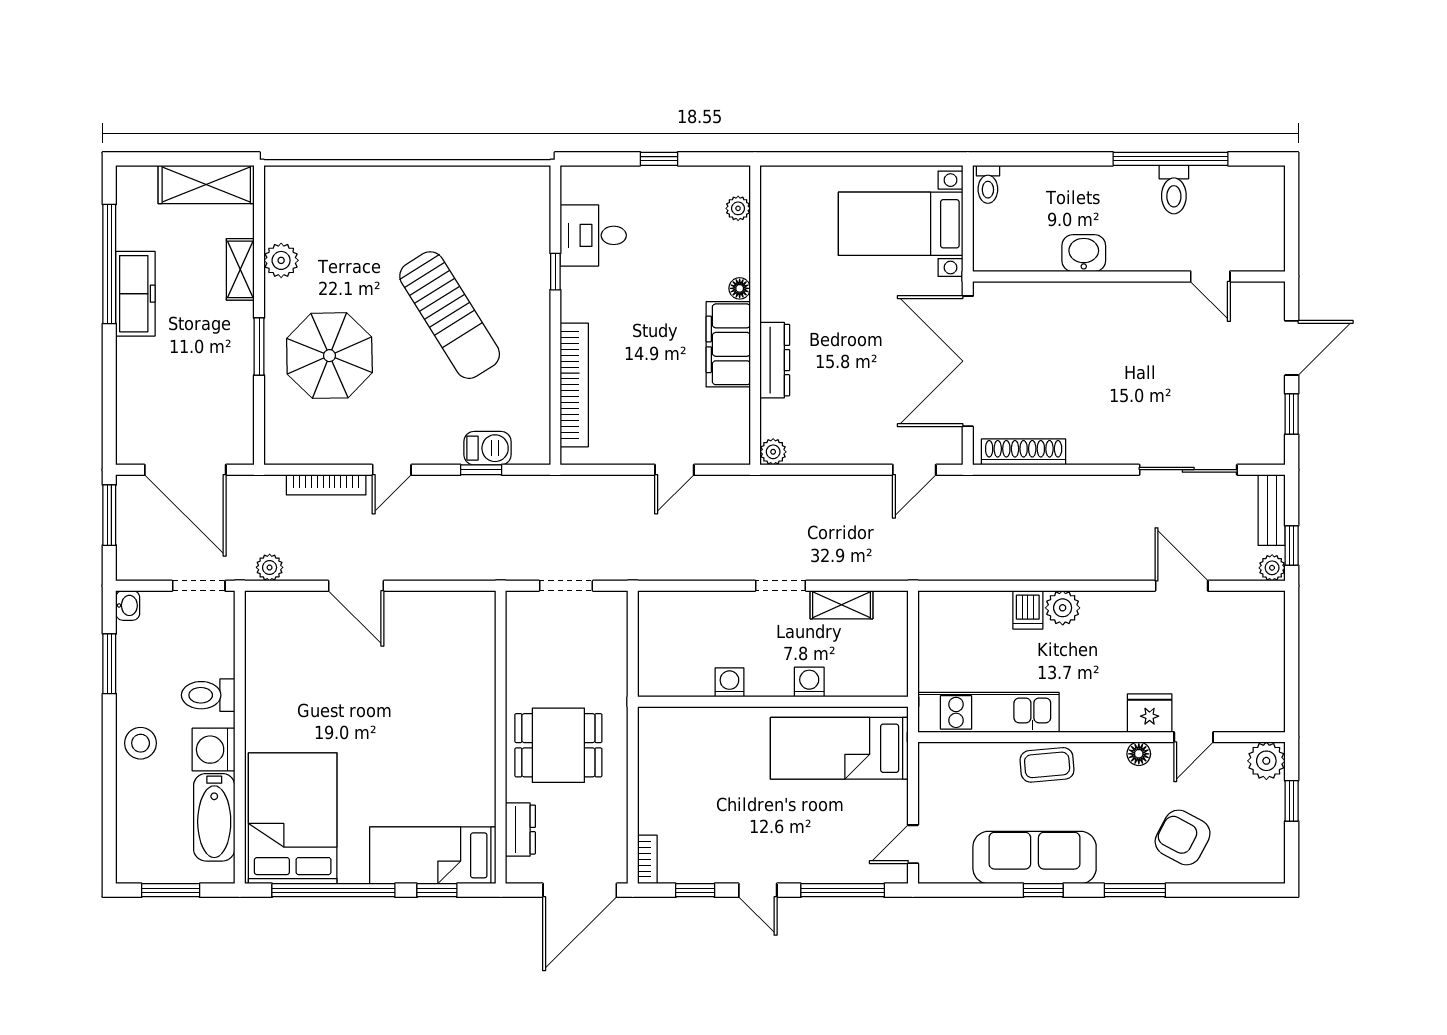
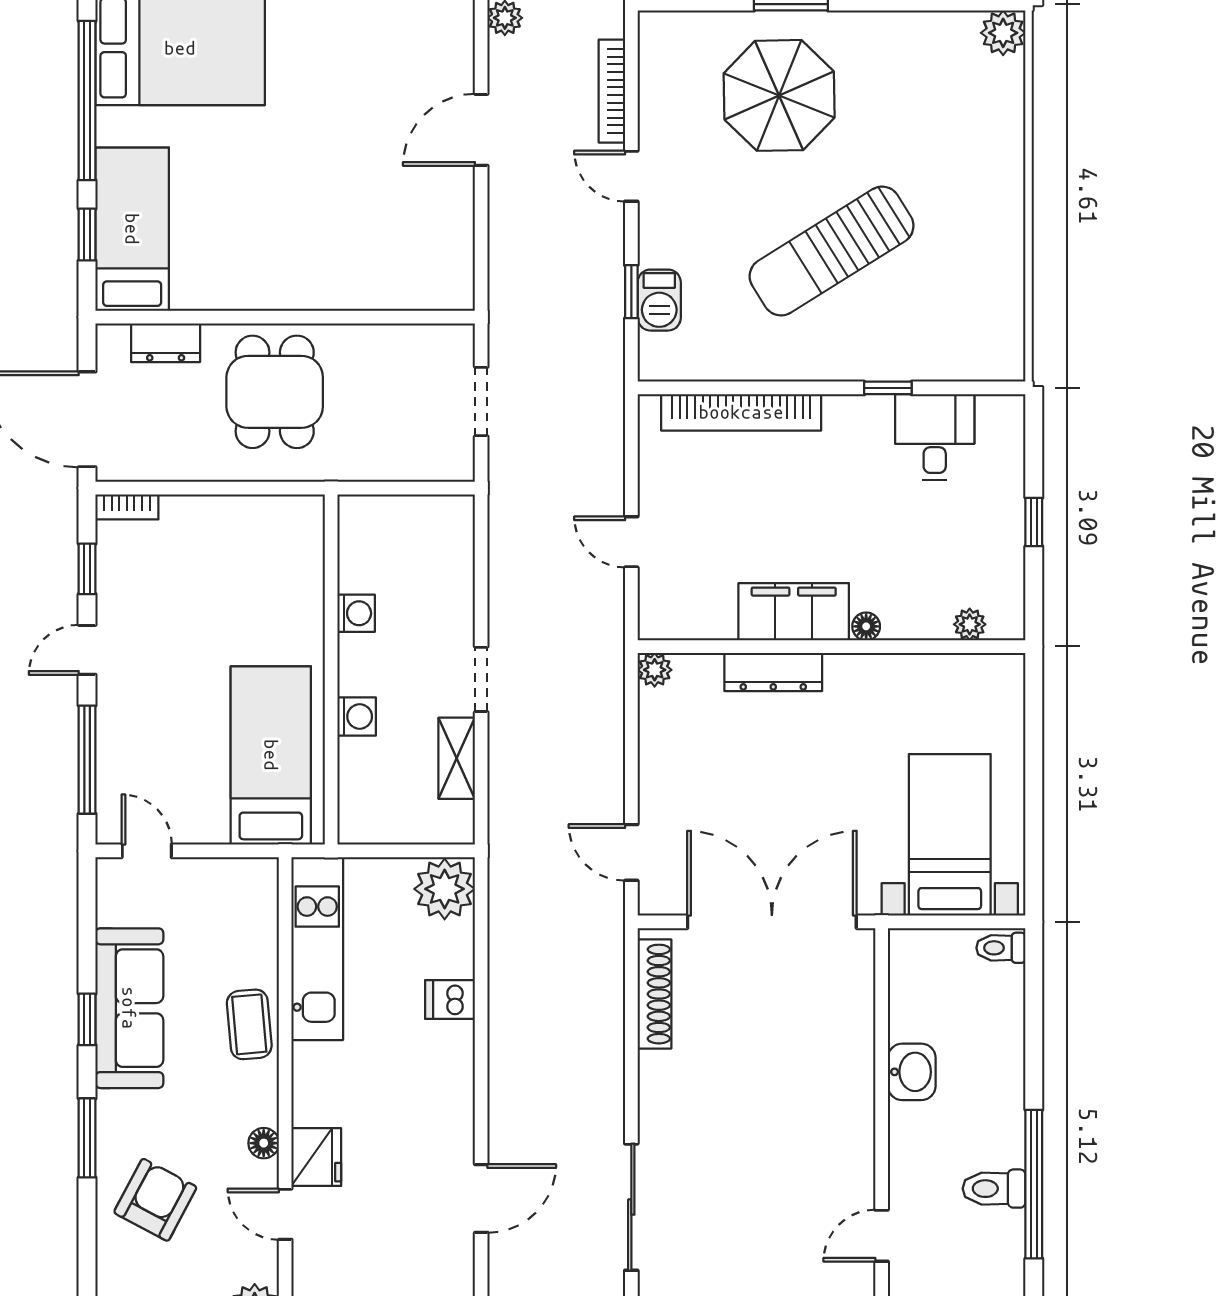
plant: (281, 260) -> (1003, 33), moved
plant: (1063, 608) -> (445, 889), moved, width x1.36, depth x1.36

